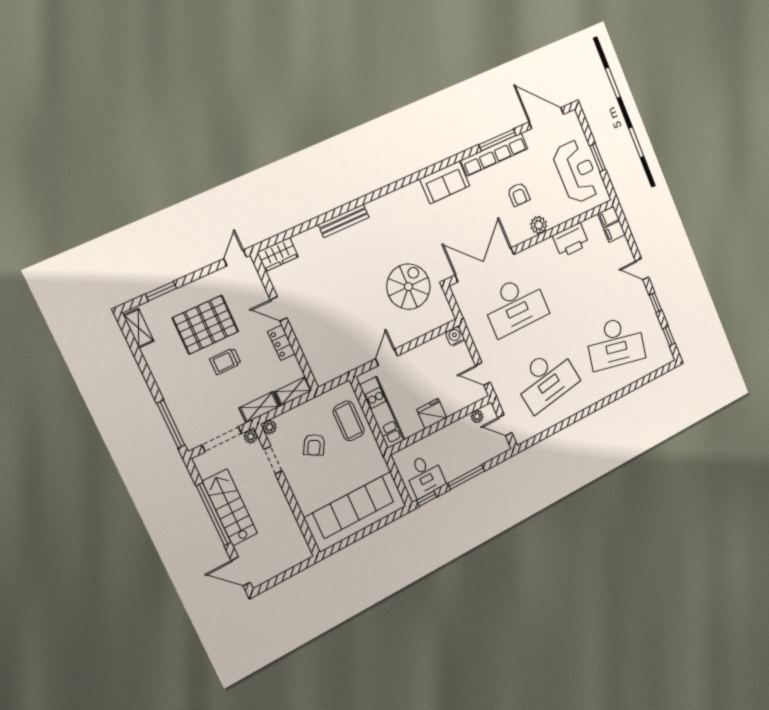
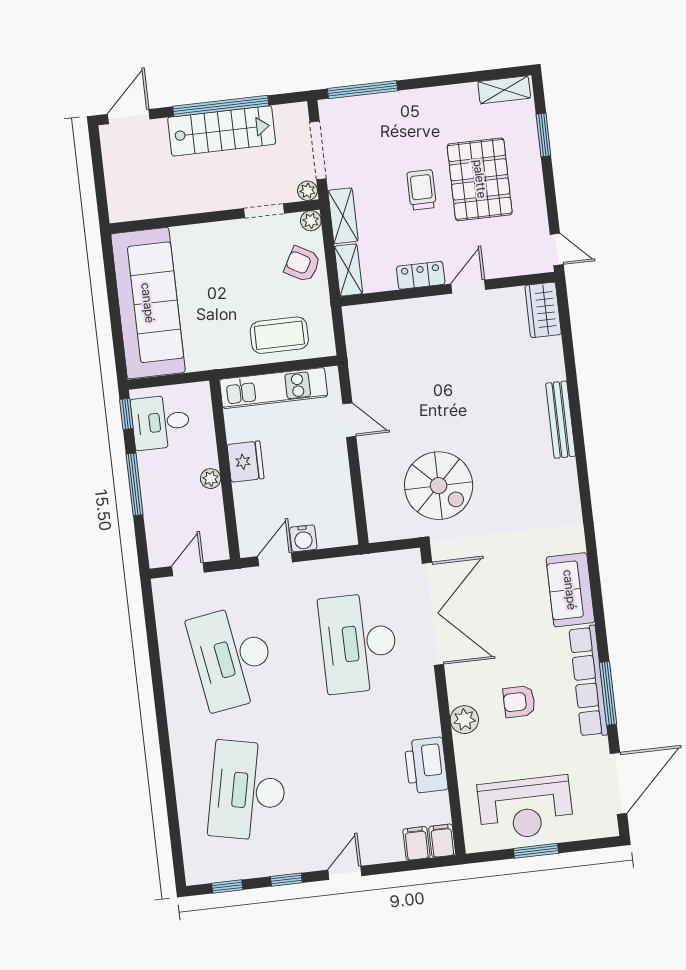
water cooler: (455, 336) -> (303, 538), moved, turned 90
plant: (477, 416) -> (211, 479), moved
armchair: (314, 445) -> (302, 264), moved

